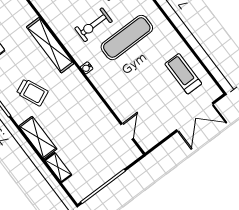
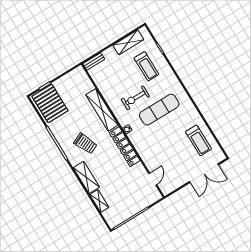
treadmill: (183, 74) -> (198, 140), turned 180
locker: (85, 92) -> (125, 147), added

